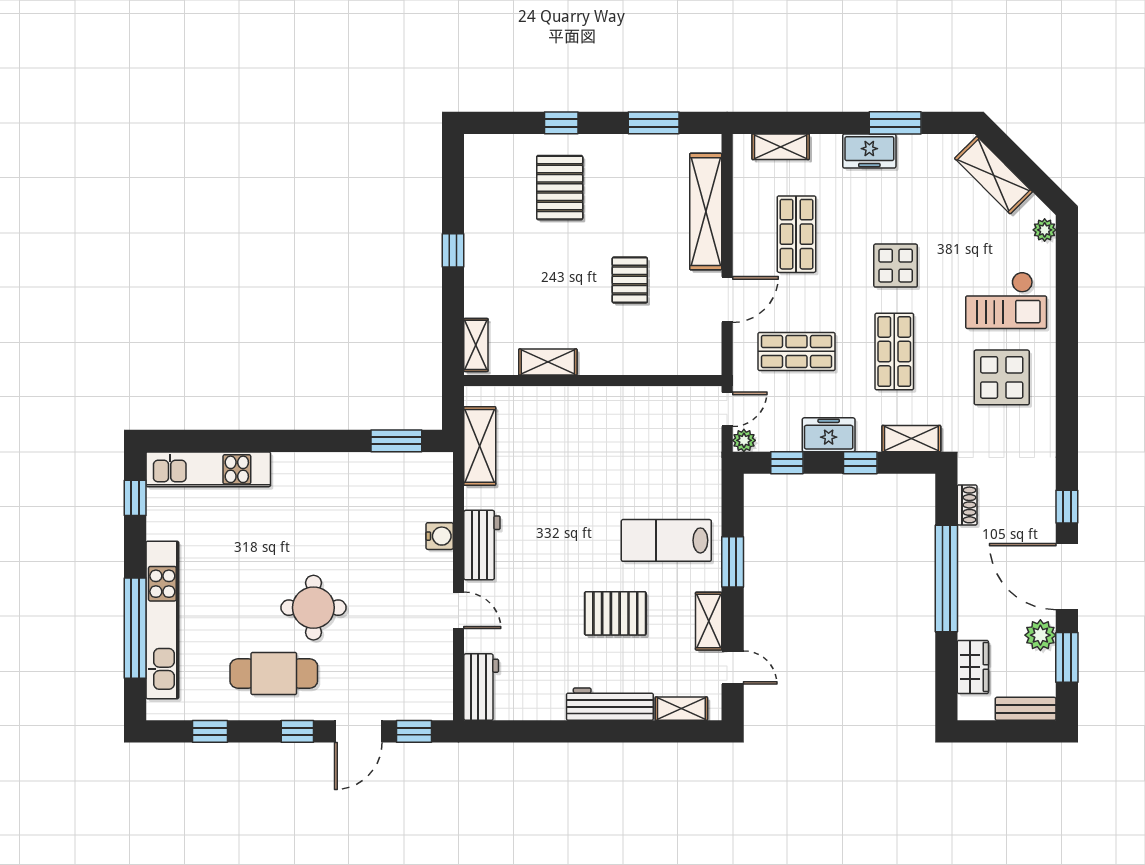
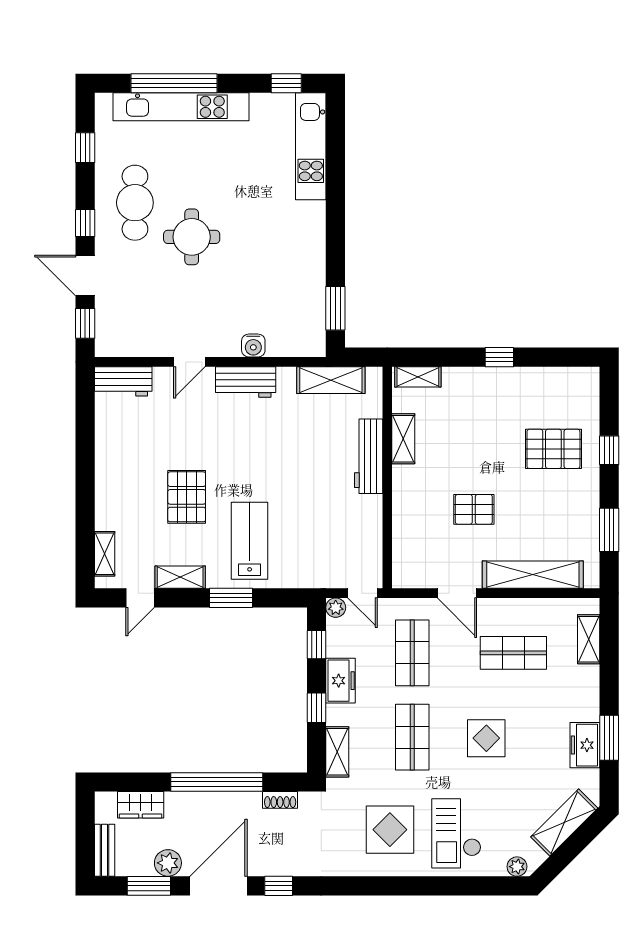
freezer: (869, 151) -> (585, 745), moved
shop shelf: (894, 351) -> (412, 737), turned 90
workbench: (610, 704) -> (369, 456), moved, turned 180

